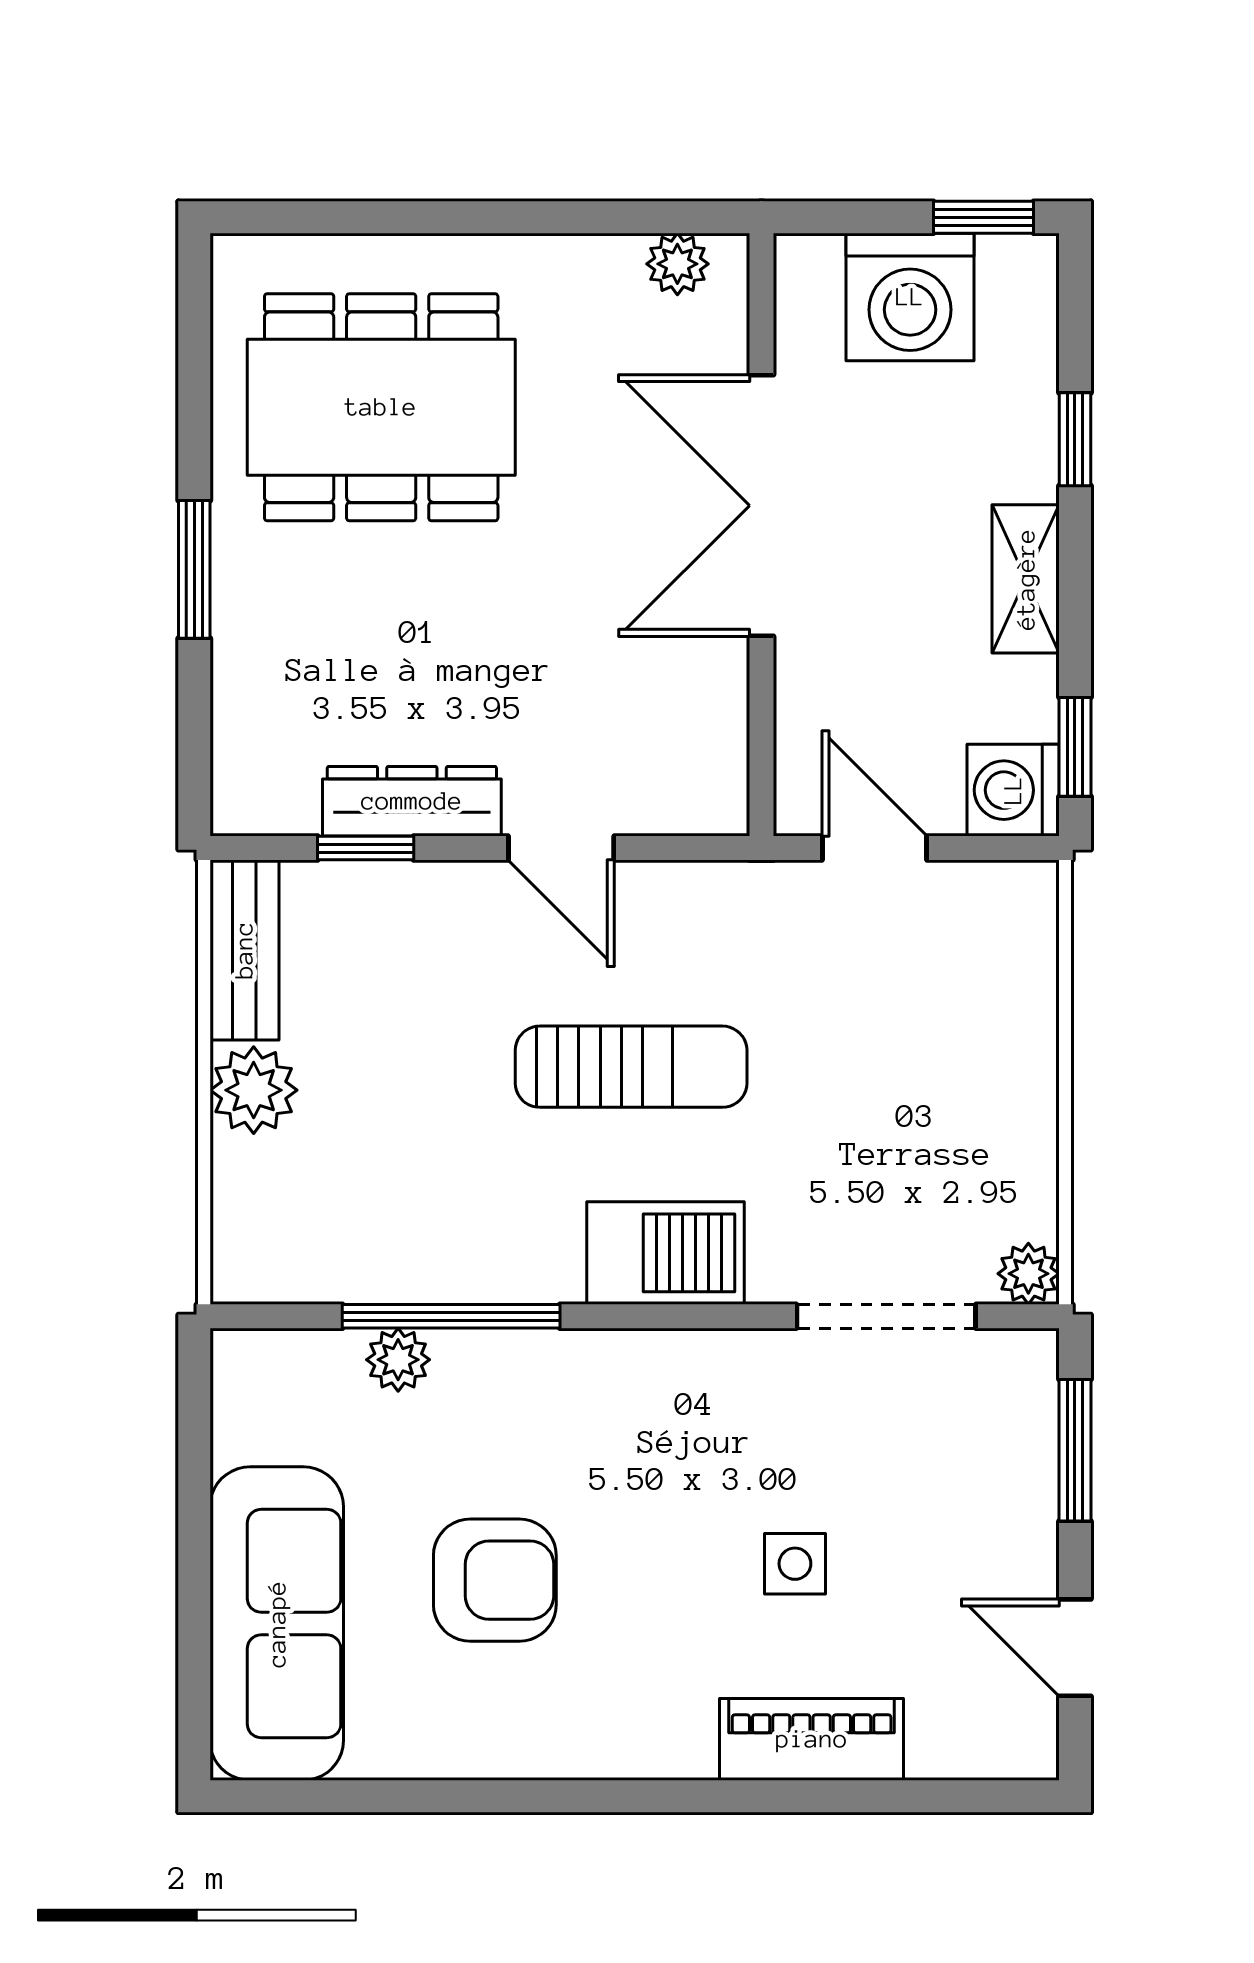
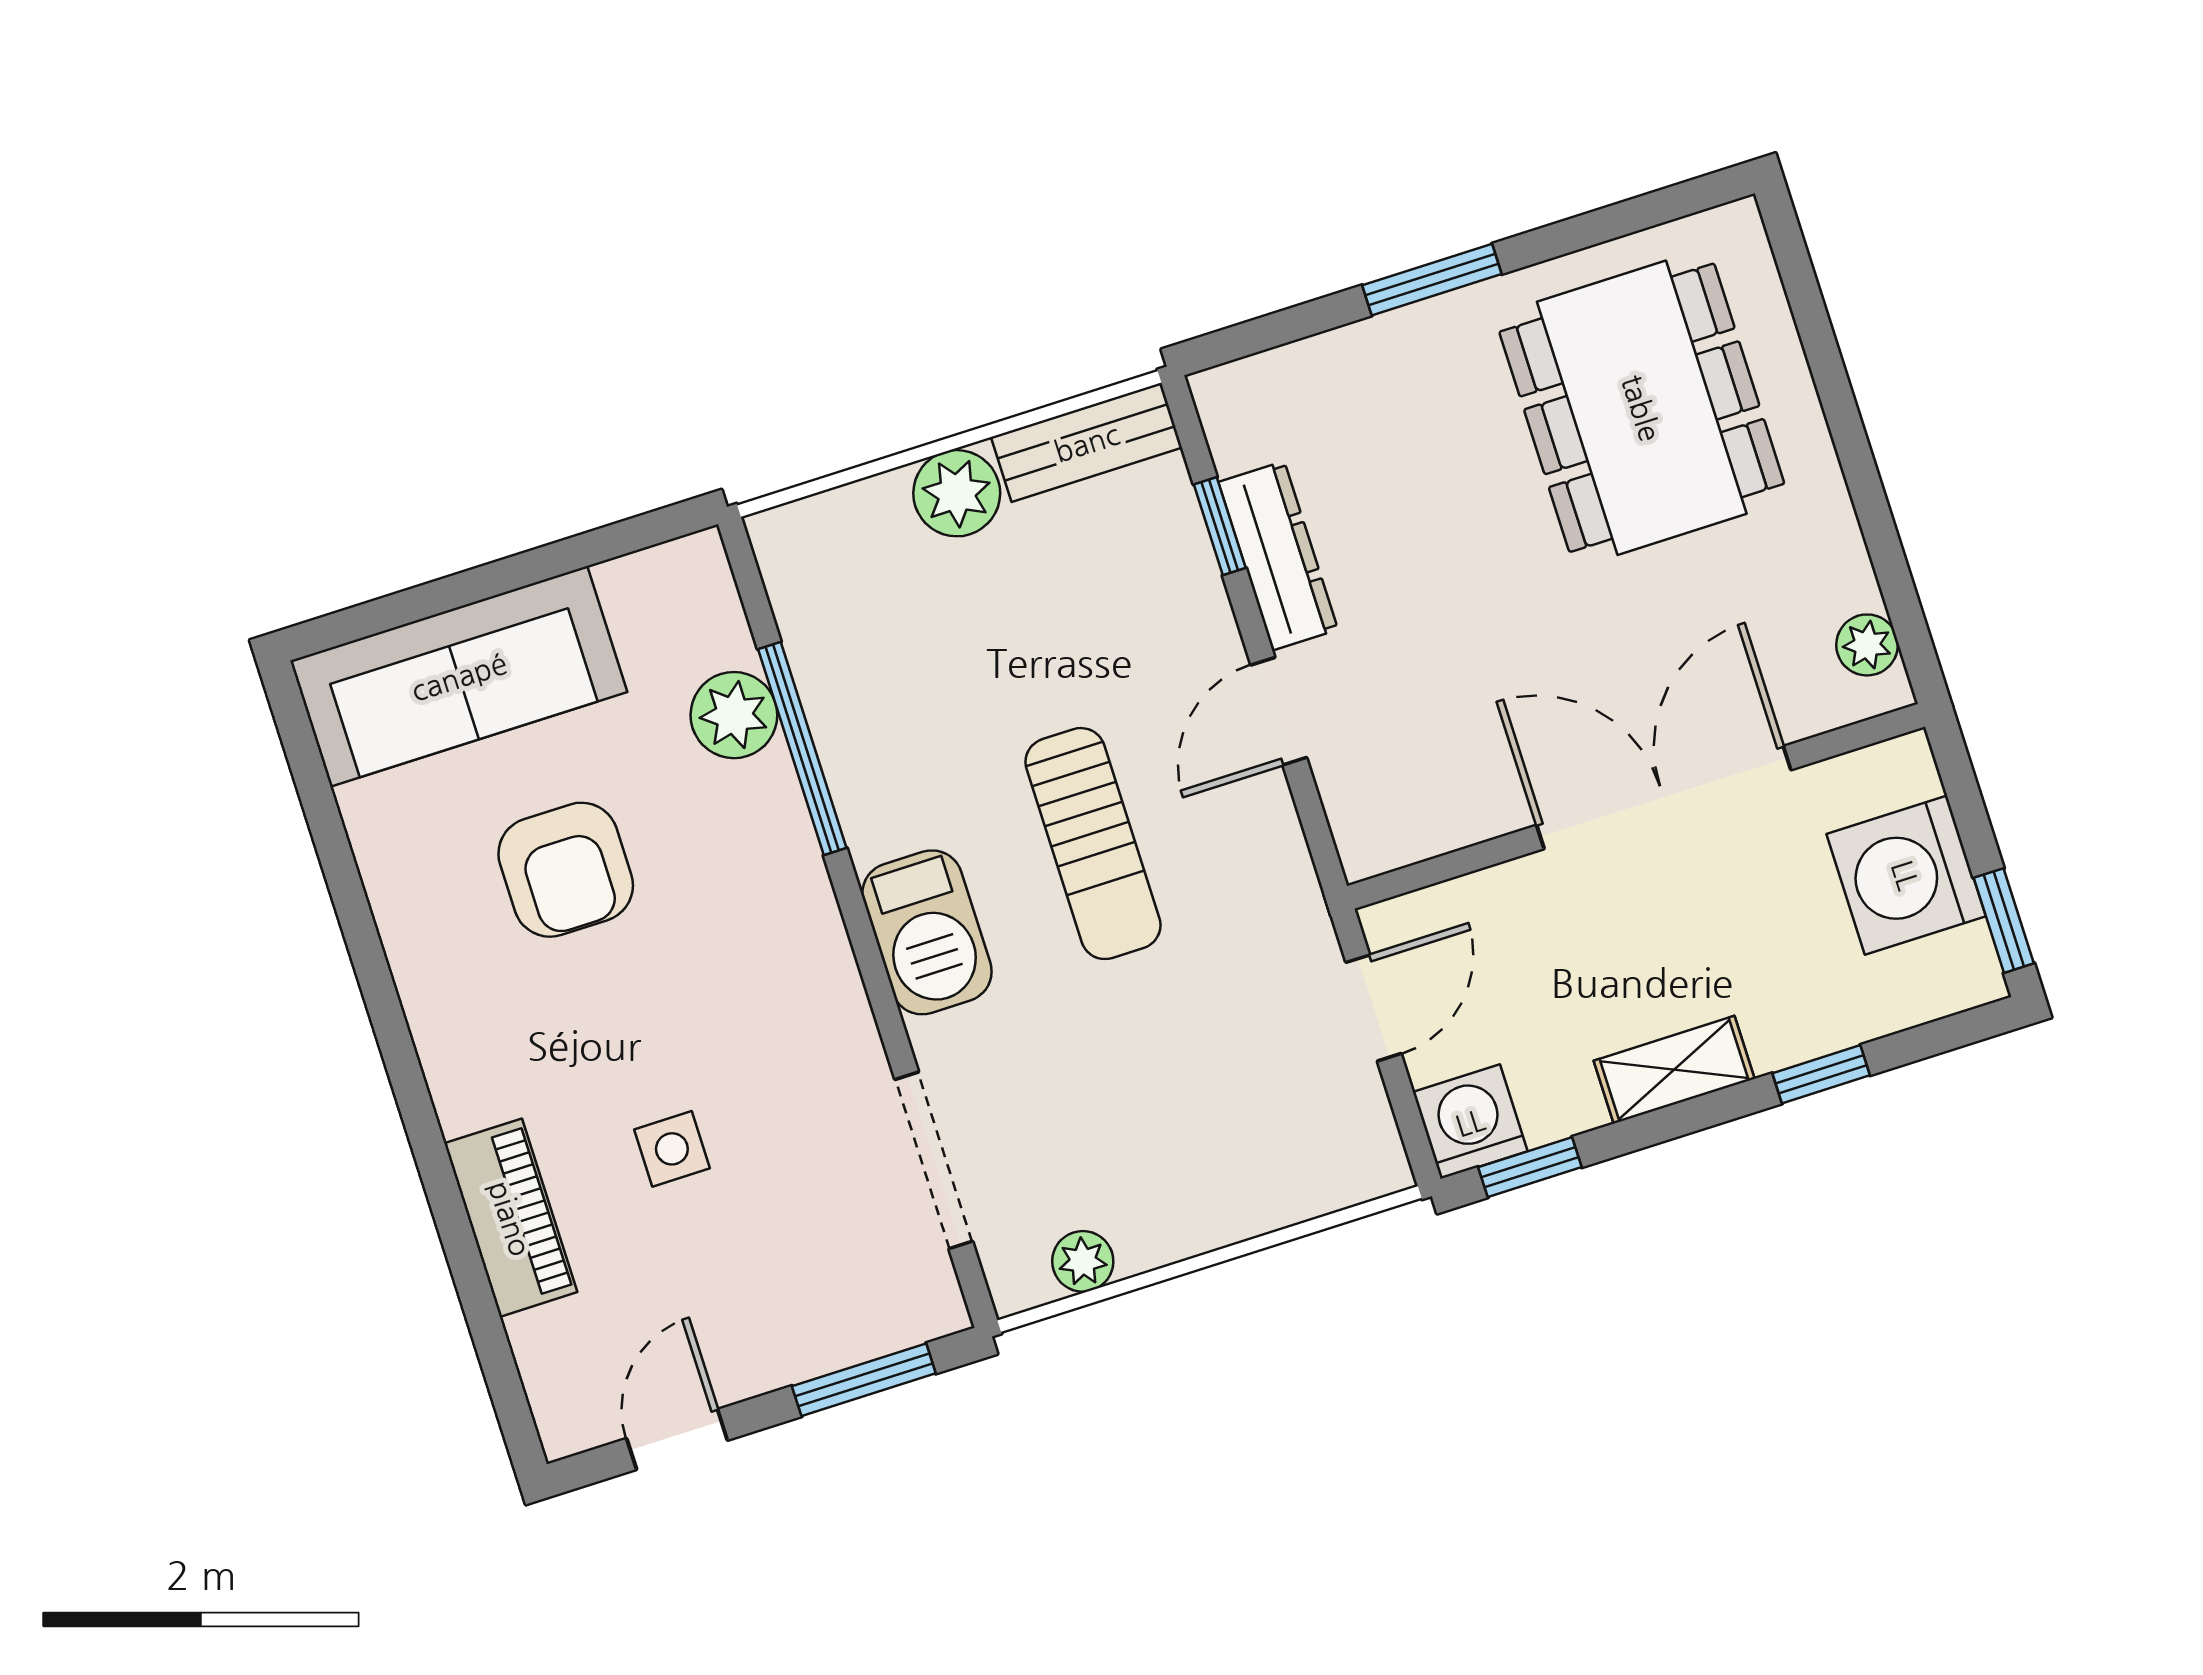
plant: (1028, 1274) -> (1083, 1261), moved
plant: (398, 1360) -> (734, 715), width x1.38, depth x1.38

